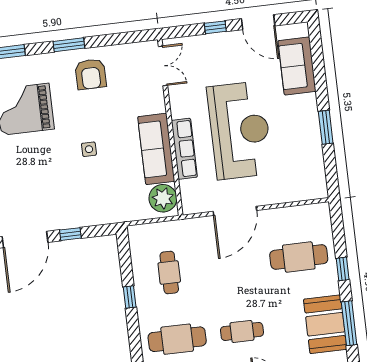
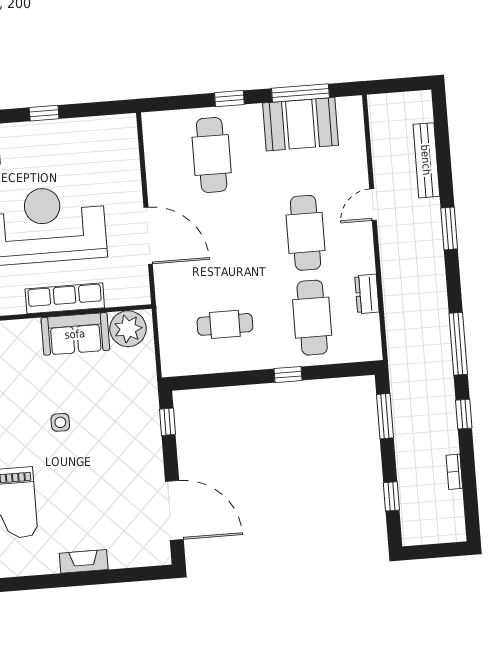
window: (326, 127) -> (44, 113), width x0.67
sofa: (156, 149) -> (75, 334), width x0.73
window: (70, 234) -> (167, 422), moved
window: (130, 297) -> (288, 375), moved
cafe table: (242, 331) -> (305, 233), width x1.37, depth x1.35

